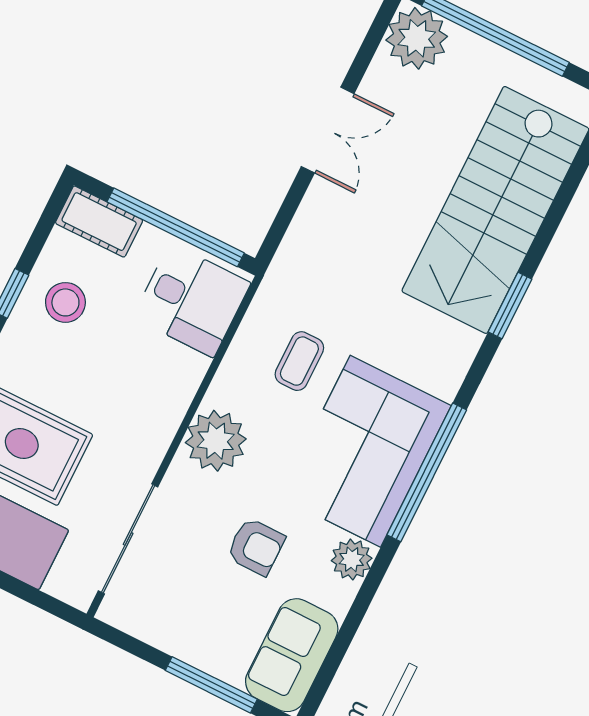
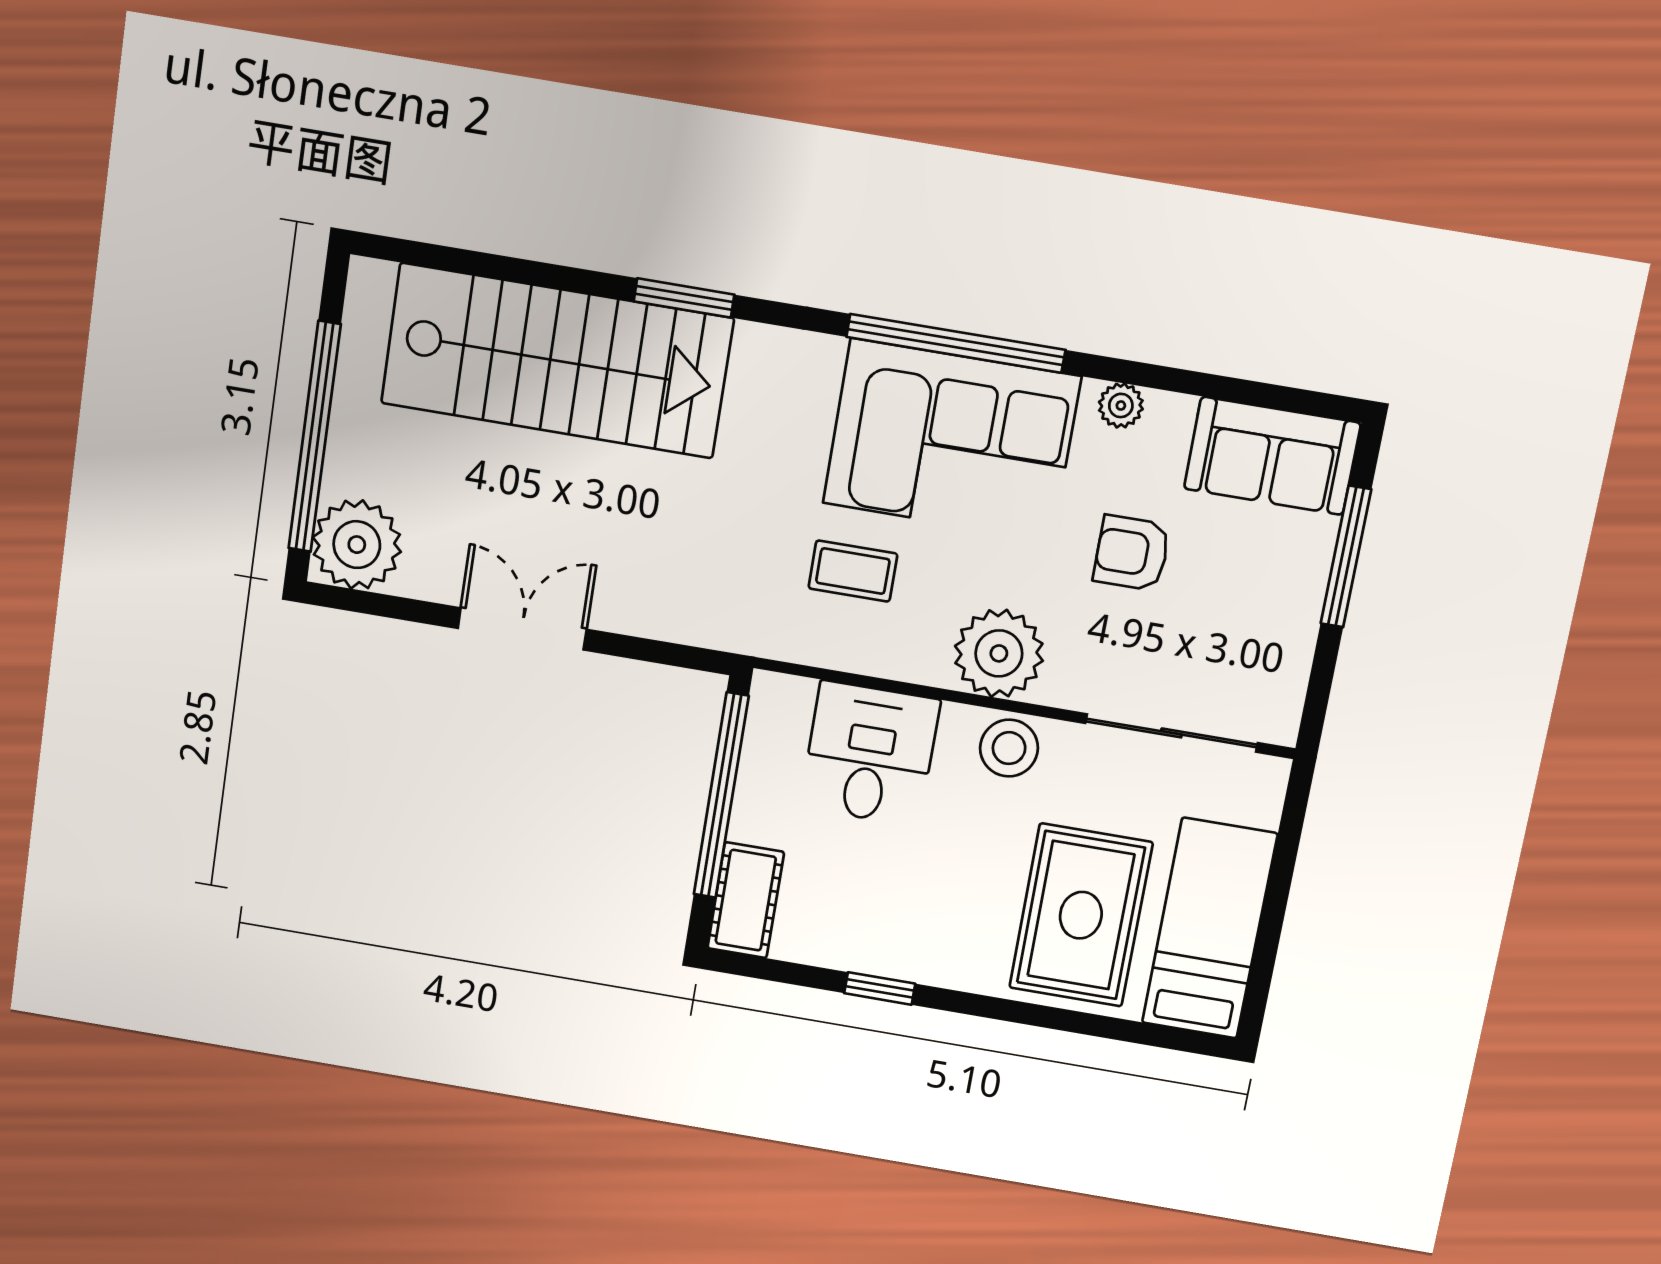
desk: (192, 300) -> (870, 754), moved
stool: (65, 302) -> (1009, 748), moved
armchair: (256, 547) -> (1132, 553), turned -90
plant: (352, 559) -> (1121, 405), width x0.73, depth x0.73

